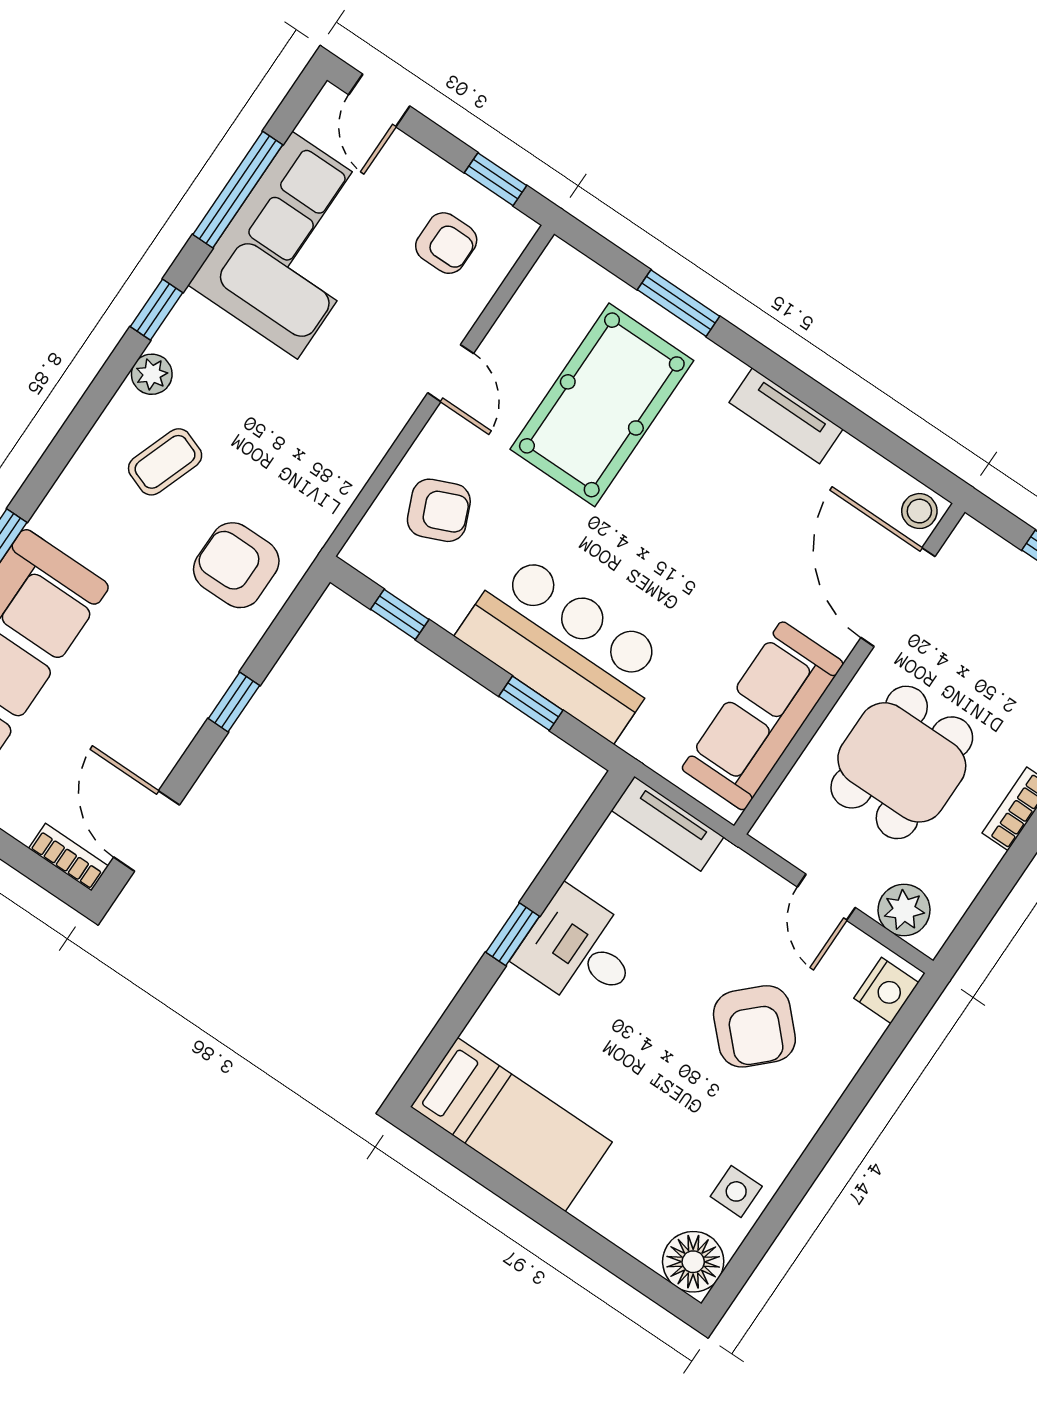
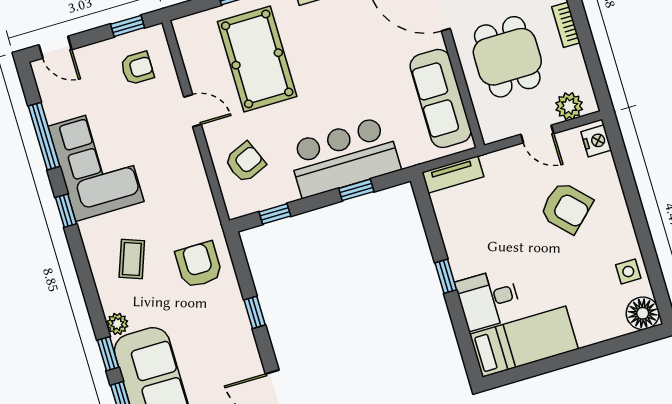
corner sofa: (295, 245) -> (96, 164), moved
plant: (152, 374) -> (117, 324), moved
armchair: (236, 565) -> (199, 265), turned 90
desk: (580, 950) -> (489, 299), moved

